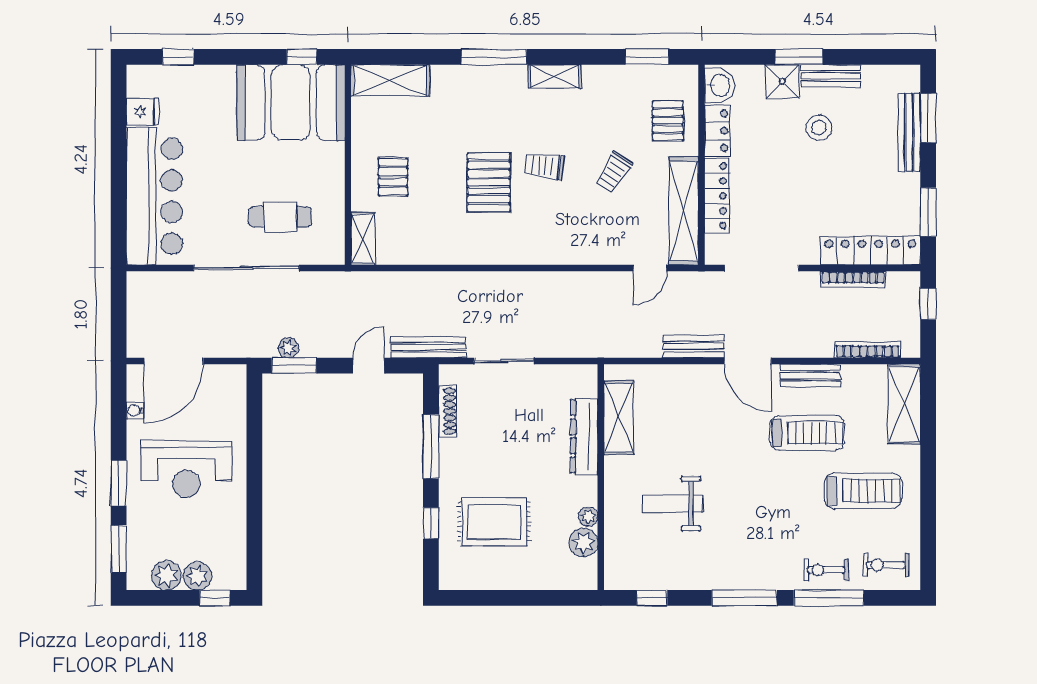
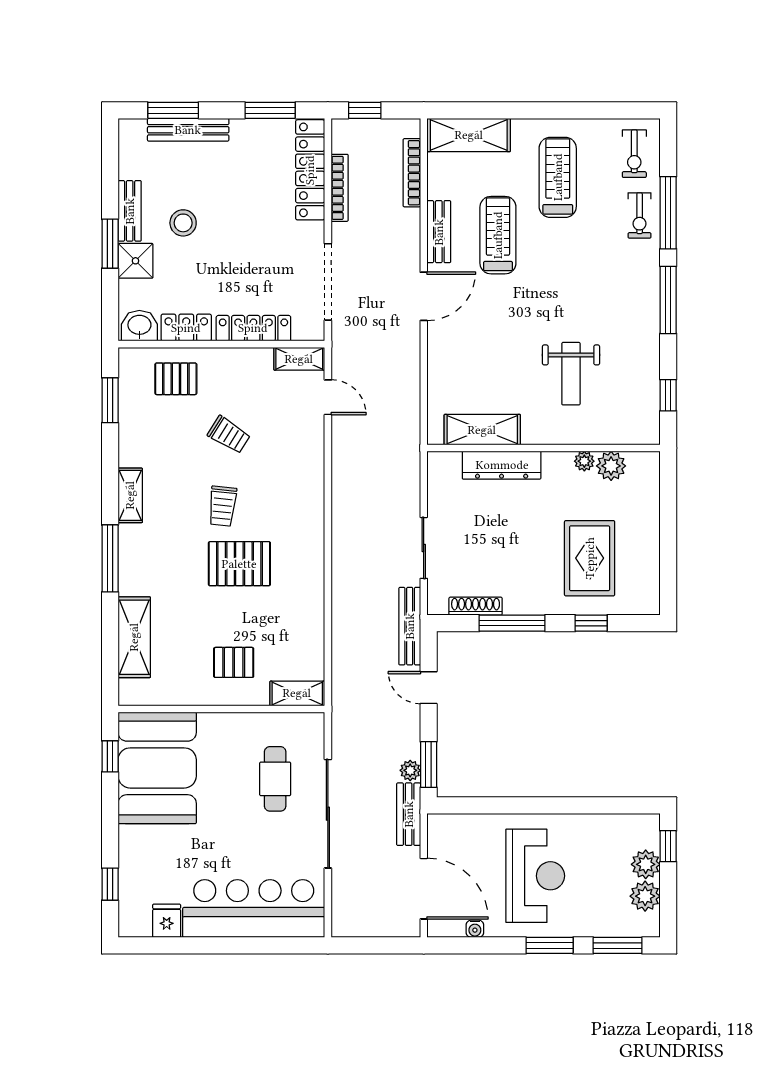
shelving: (390, 80) -> (134, 637), moved
shelving: (684, 211) -> (299, 359), width x0.45, depth x0.75
bench: (694, 346) -> (409, 814), moved

